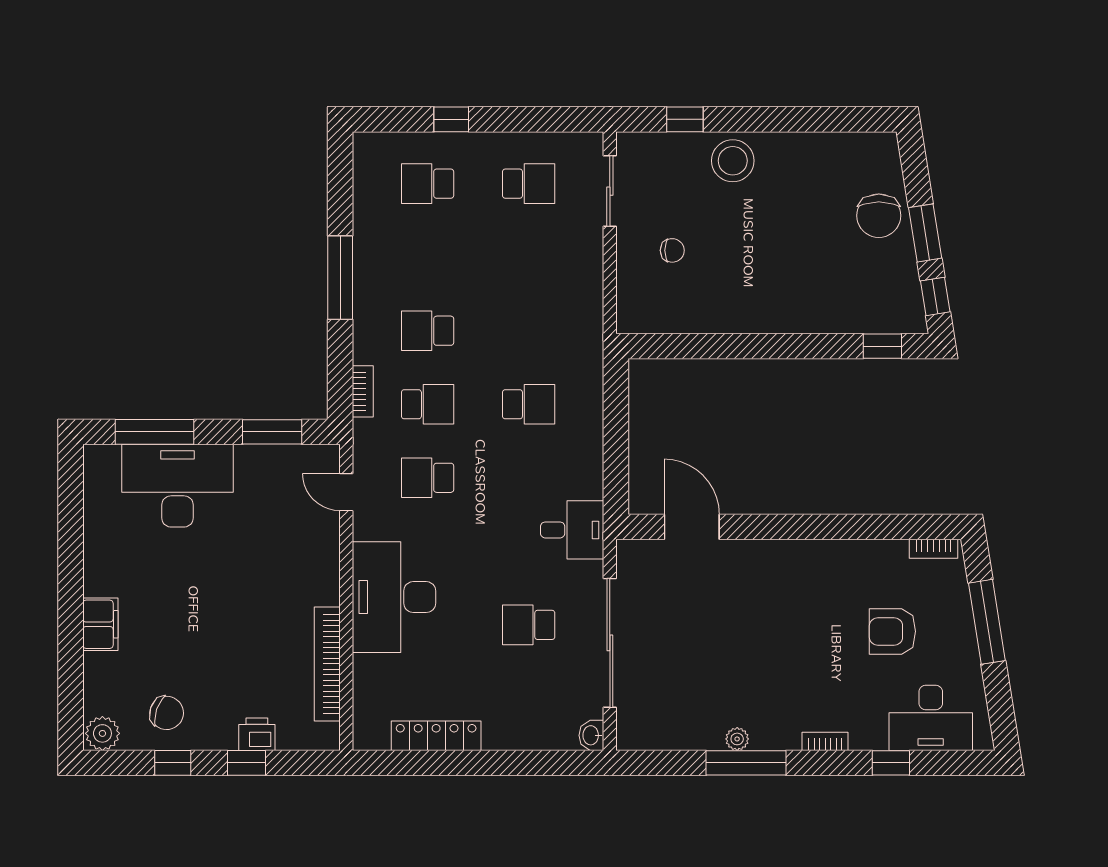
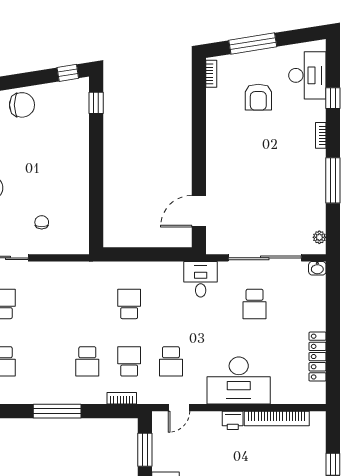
window: (925, 233) -> (32, 79), removed
printer: (257, 734) -> (233, 420), moved, turned -90
plant: (737, 739) -> (319, 237), moved

